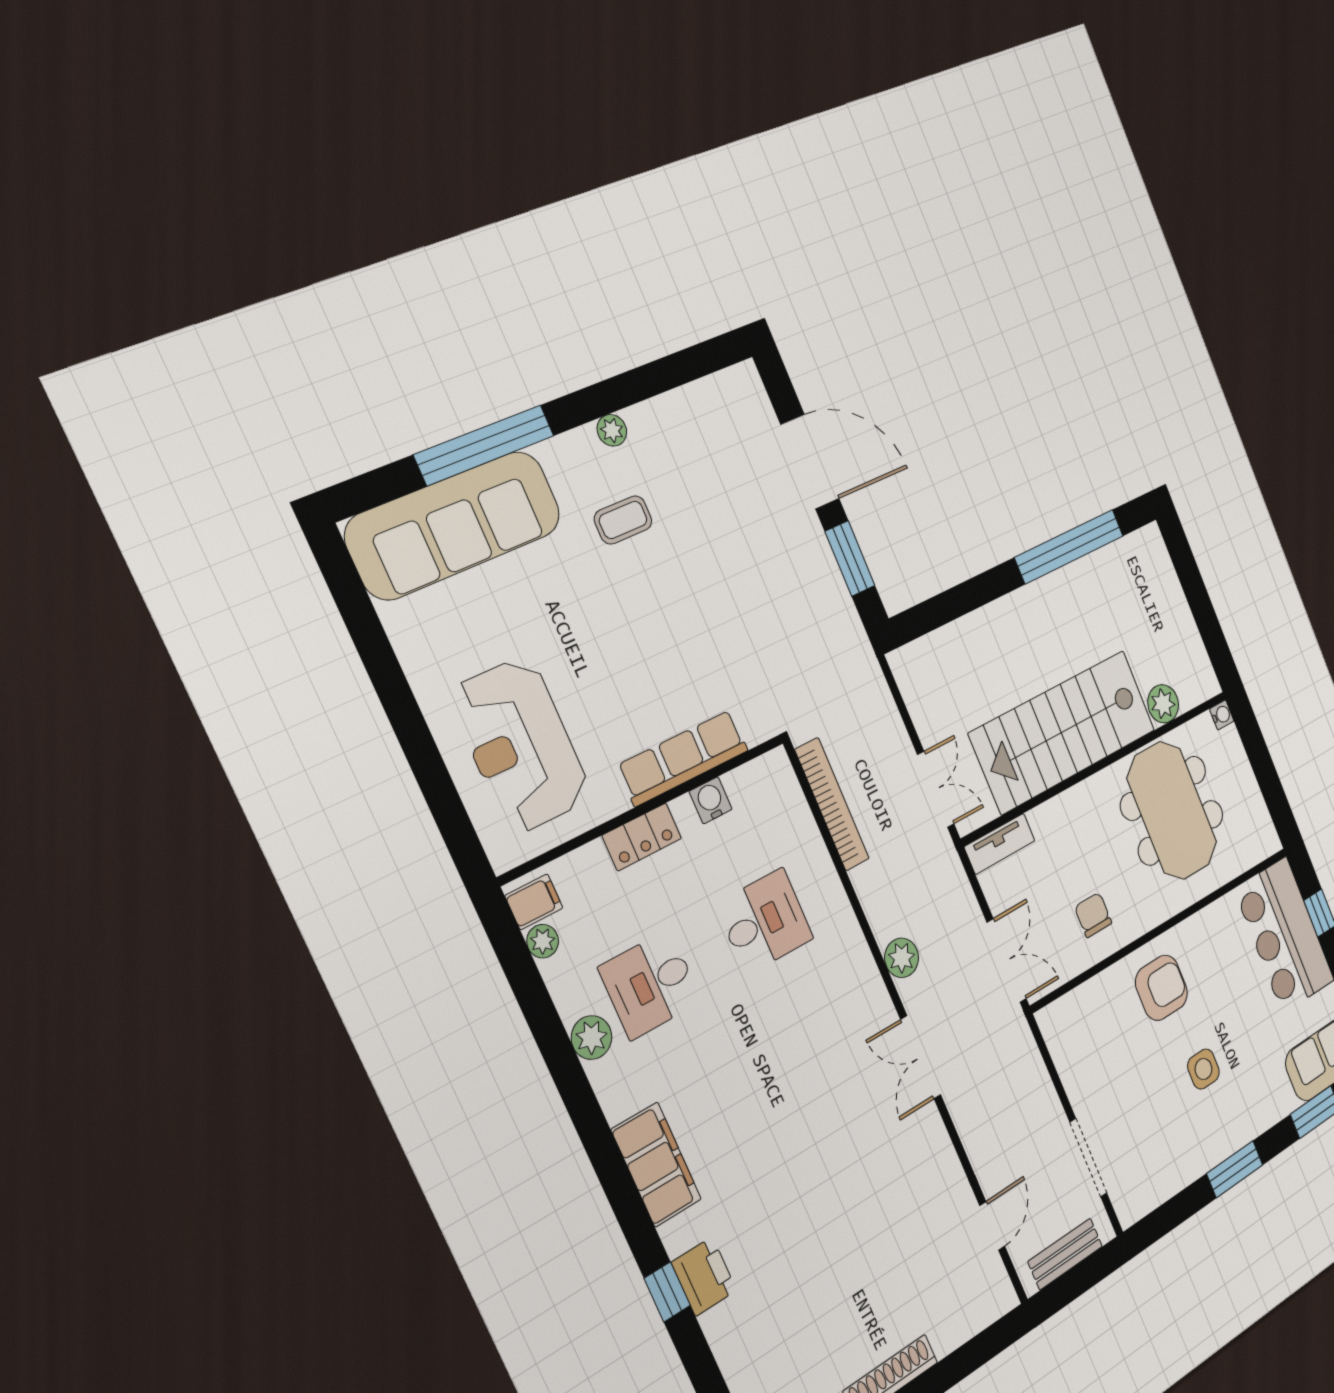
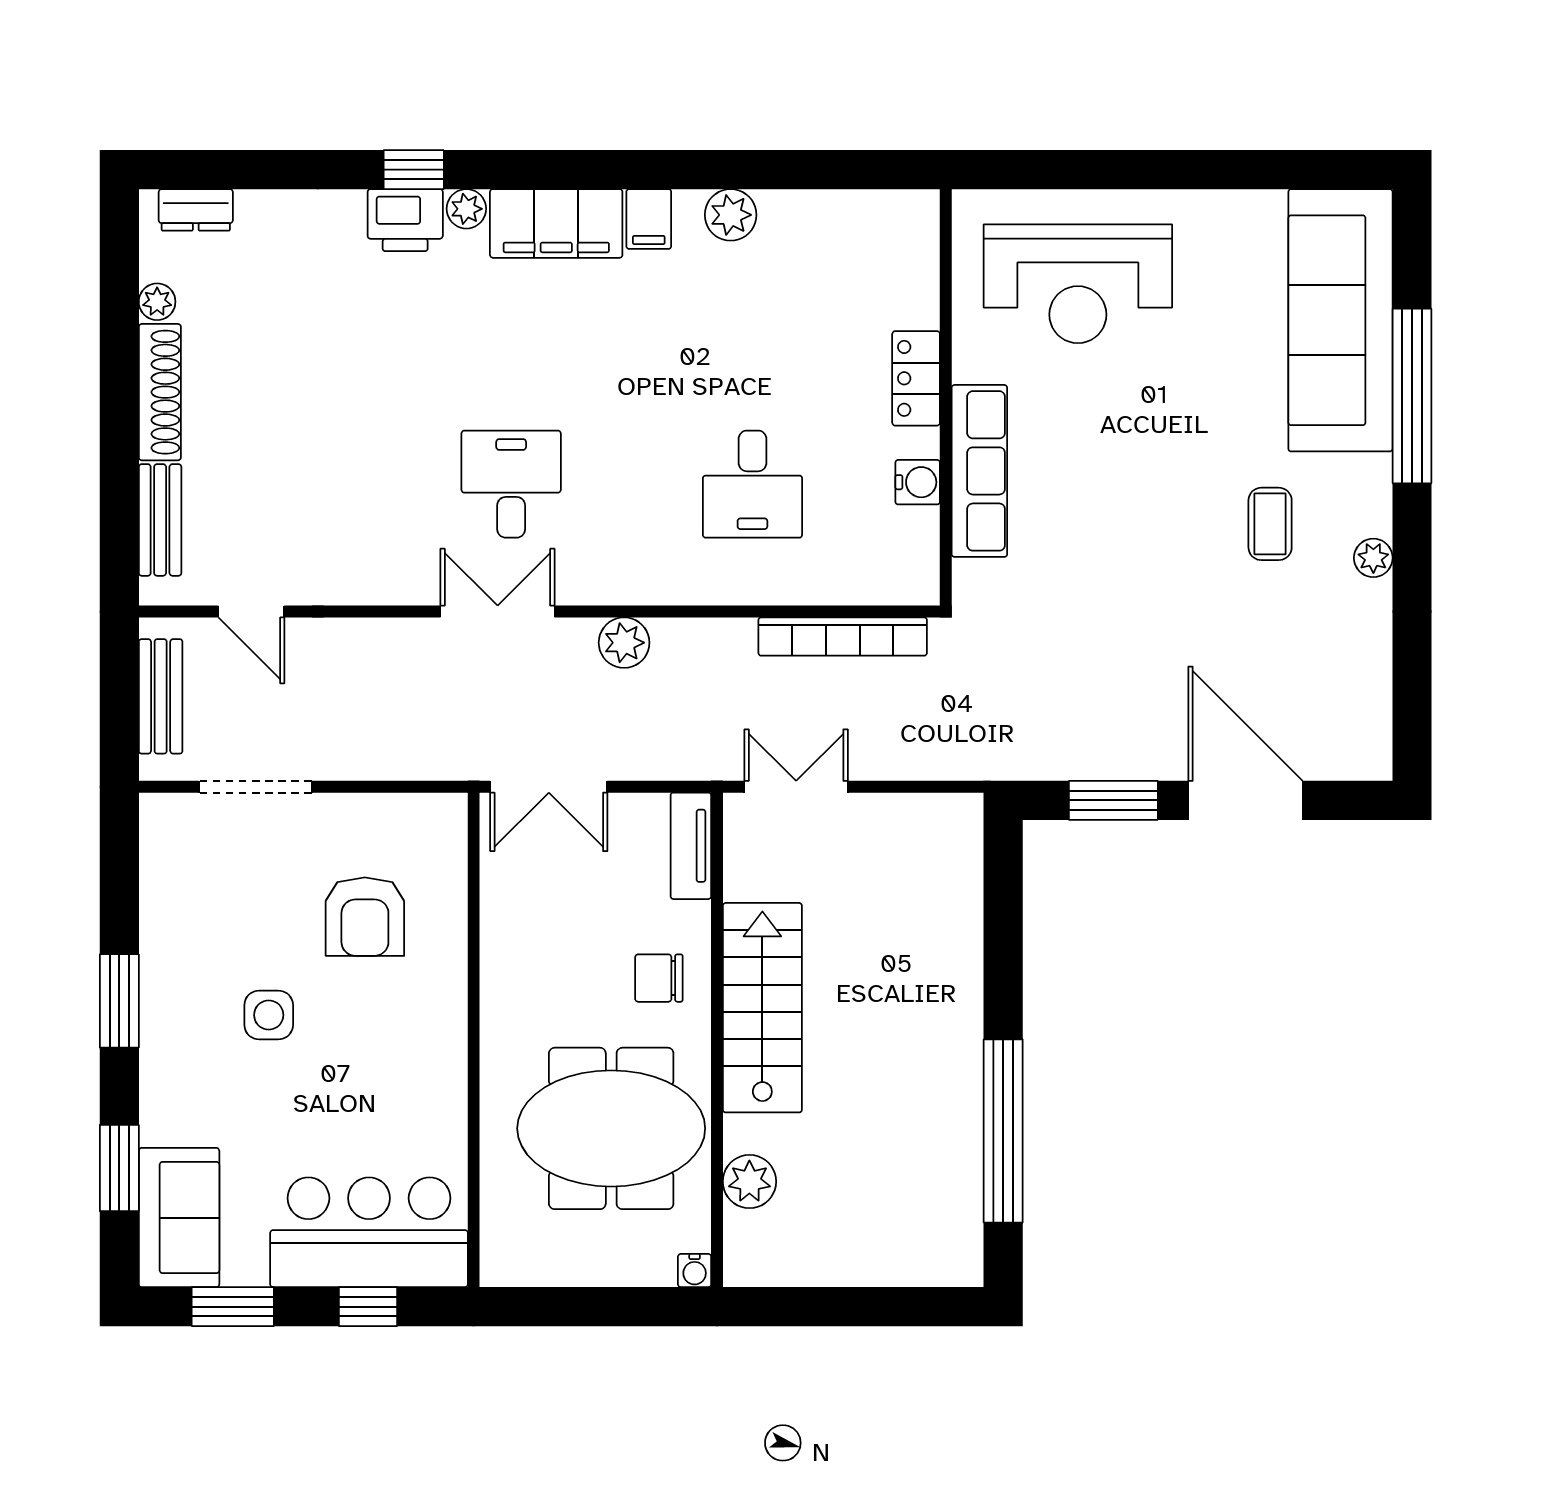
door: (810, 462) -> (1245, 800), swing flipped
stairs: (1063, 732) -> (762, 1008), width x0.73, depth x0.66
reception desk: (520, 745) -> (1078, 284), turned 180
double door: (936, 789) -> (796, 787), swing flipped
filing cabinet: (534, 902) -> (649, 219), moved
chair: (1093, 915) -> (659, 978), moved, turned 180
plant: (543, 941) -> (466, 209), moved
desk: (650, 984) -> (511, 484), moved
armchair: (1161, 988) -> (365, 917), moved
bench: (966, 1324) -> (160, 520), added

